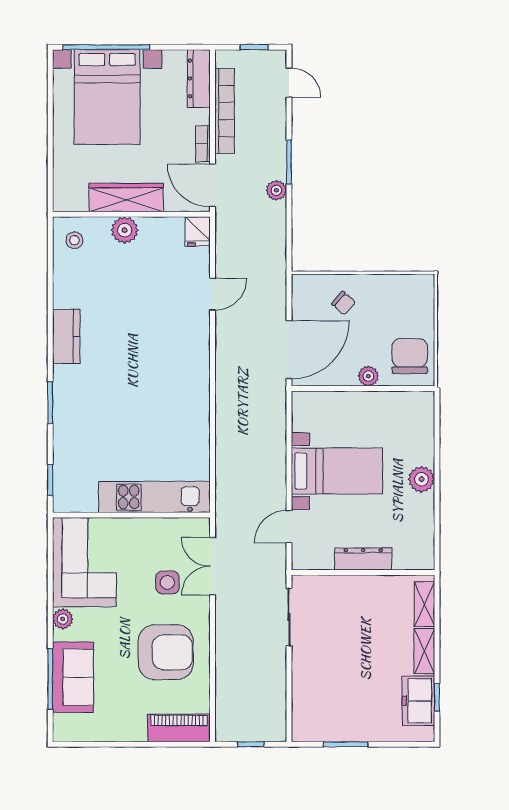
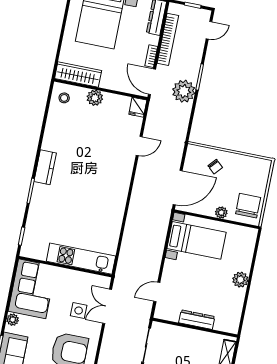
door: (289, 83) -> (209, 30), hinge flipped
plant: (276, 190) -> (184, 91), width x1.88, depth x1.88
wardrobe: (126, 198) -> (78, 75), moved
kitchen counter: (66, 337) -> (45, 167), moved
bed with nightstands: (337, 471) -> (196, 240), moved

